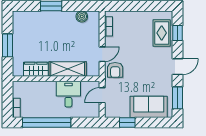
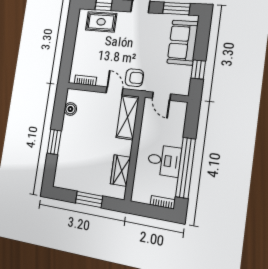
shelving: (68, 69) -> (128, 117), moved
desk: (68, 94) -> (164, 160), moved, turned 180

